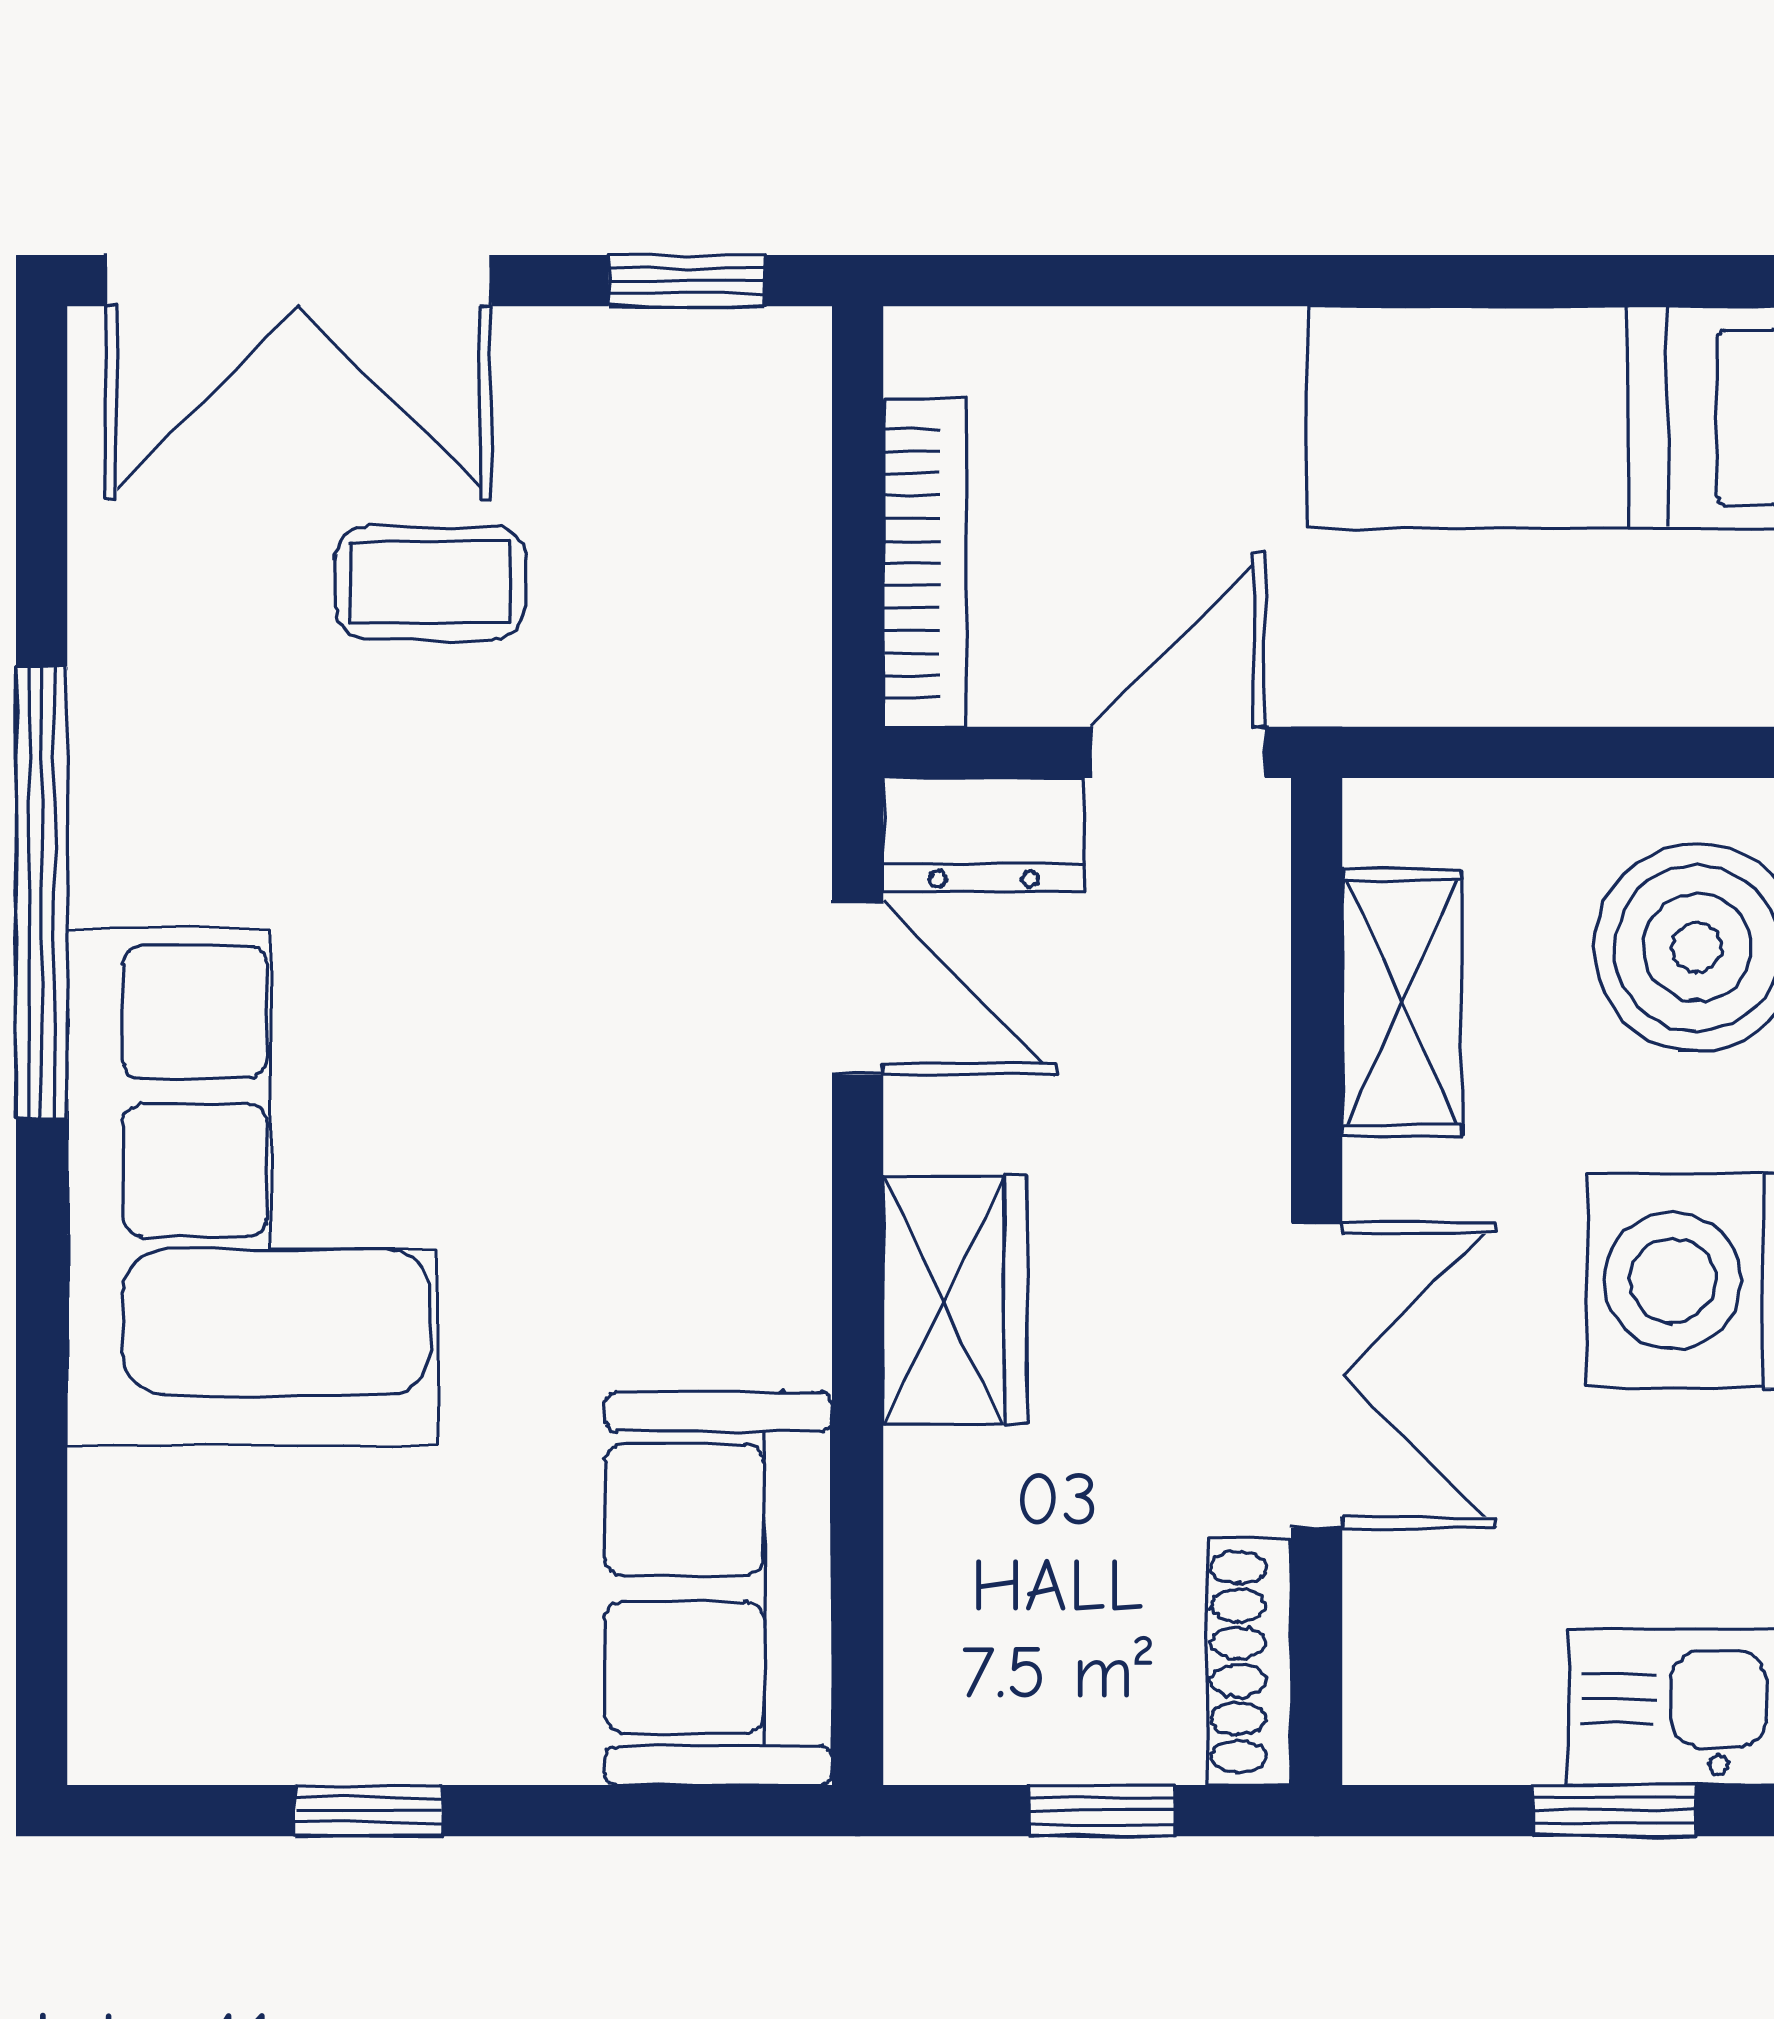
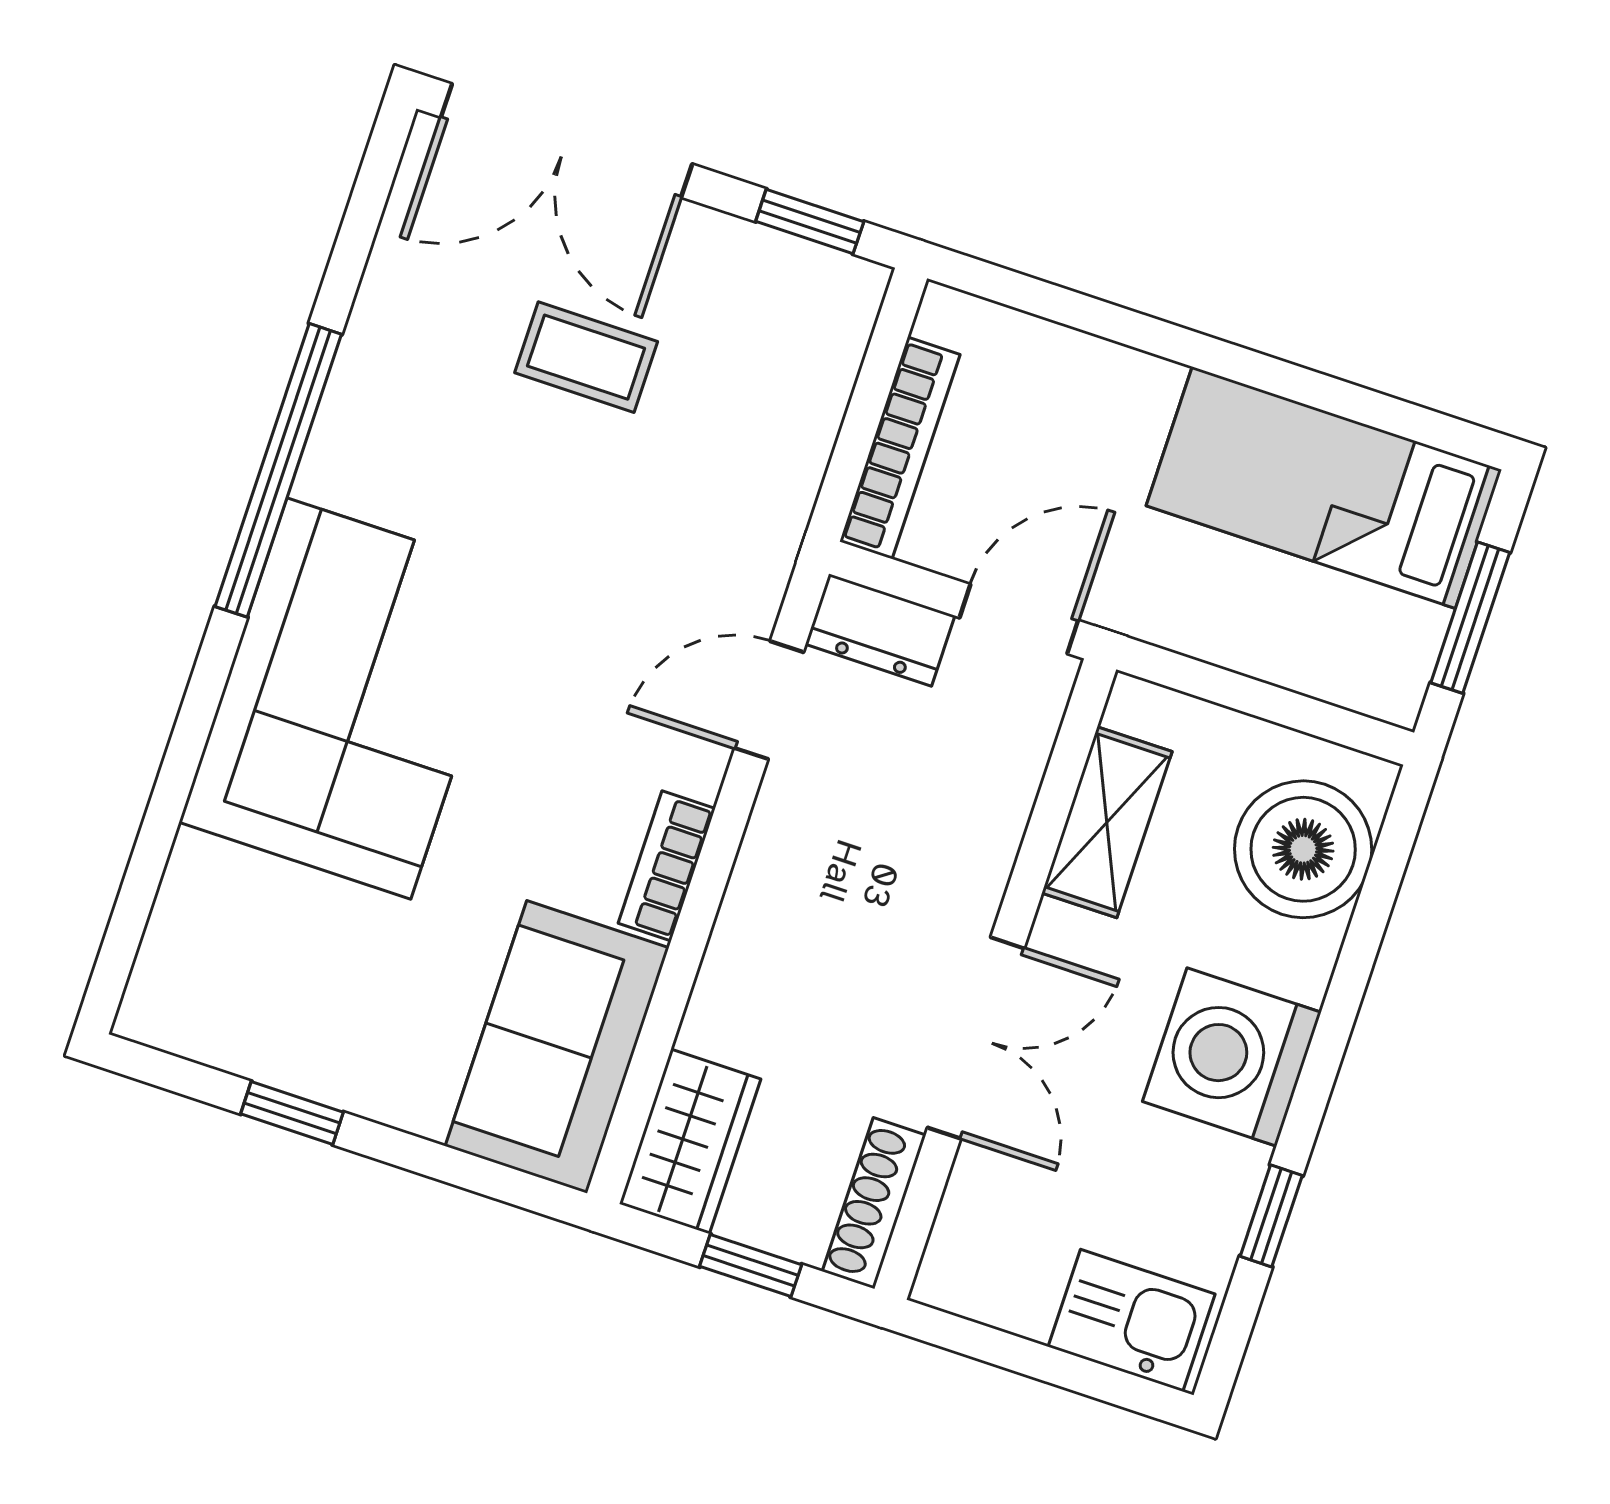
door: (858, 988) -> (769, 700), swing flipped
bookcase: (790, 1276) -> (667, 866), added
wardrobe: (955, 1300) -> (690, 1141), moved
window: (1615, 1811) -> (1072, 1372), removed

